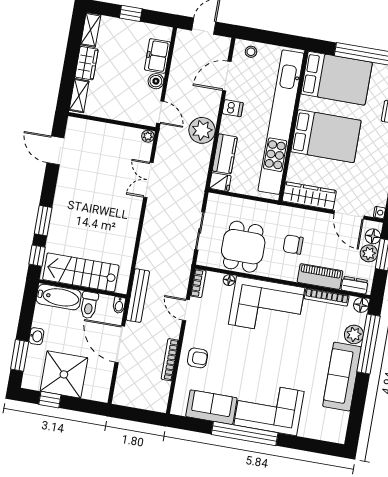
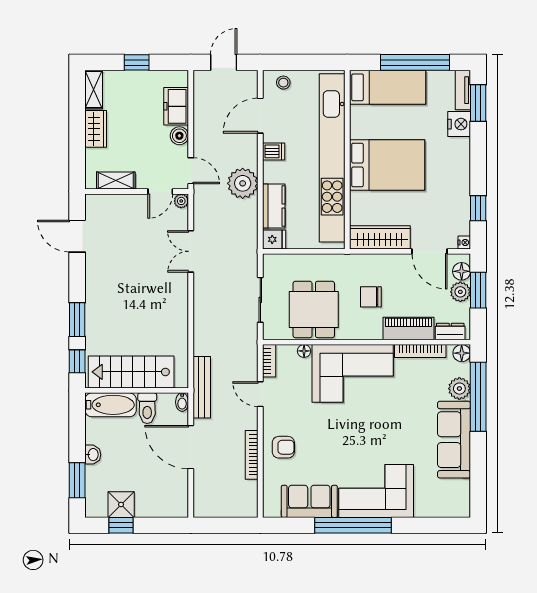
bed: (337, 78) -> (388, 87), width x0.67
shelving: (79, 96) -> (116, 181), moved, turned 90
door: (132, 125) -> (160, 191), added
shower: (64, 374) -> (121, 505), width x0.54, depth x0.54

